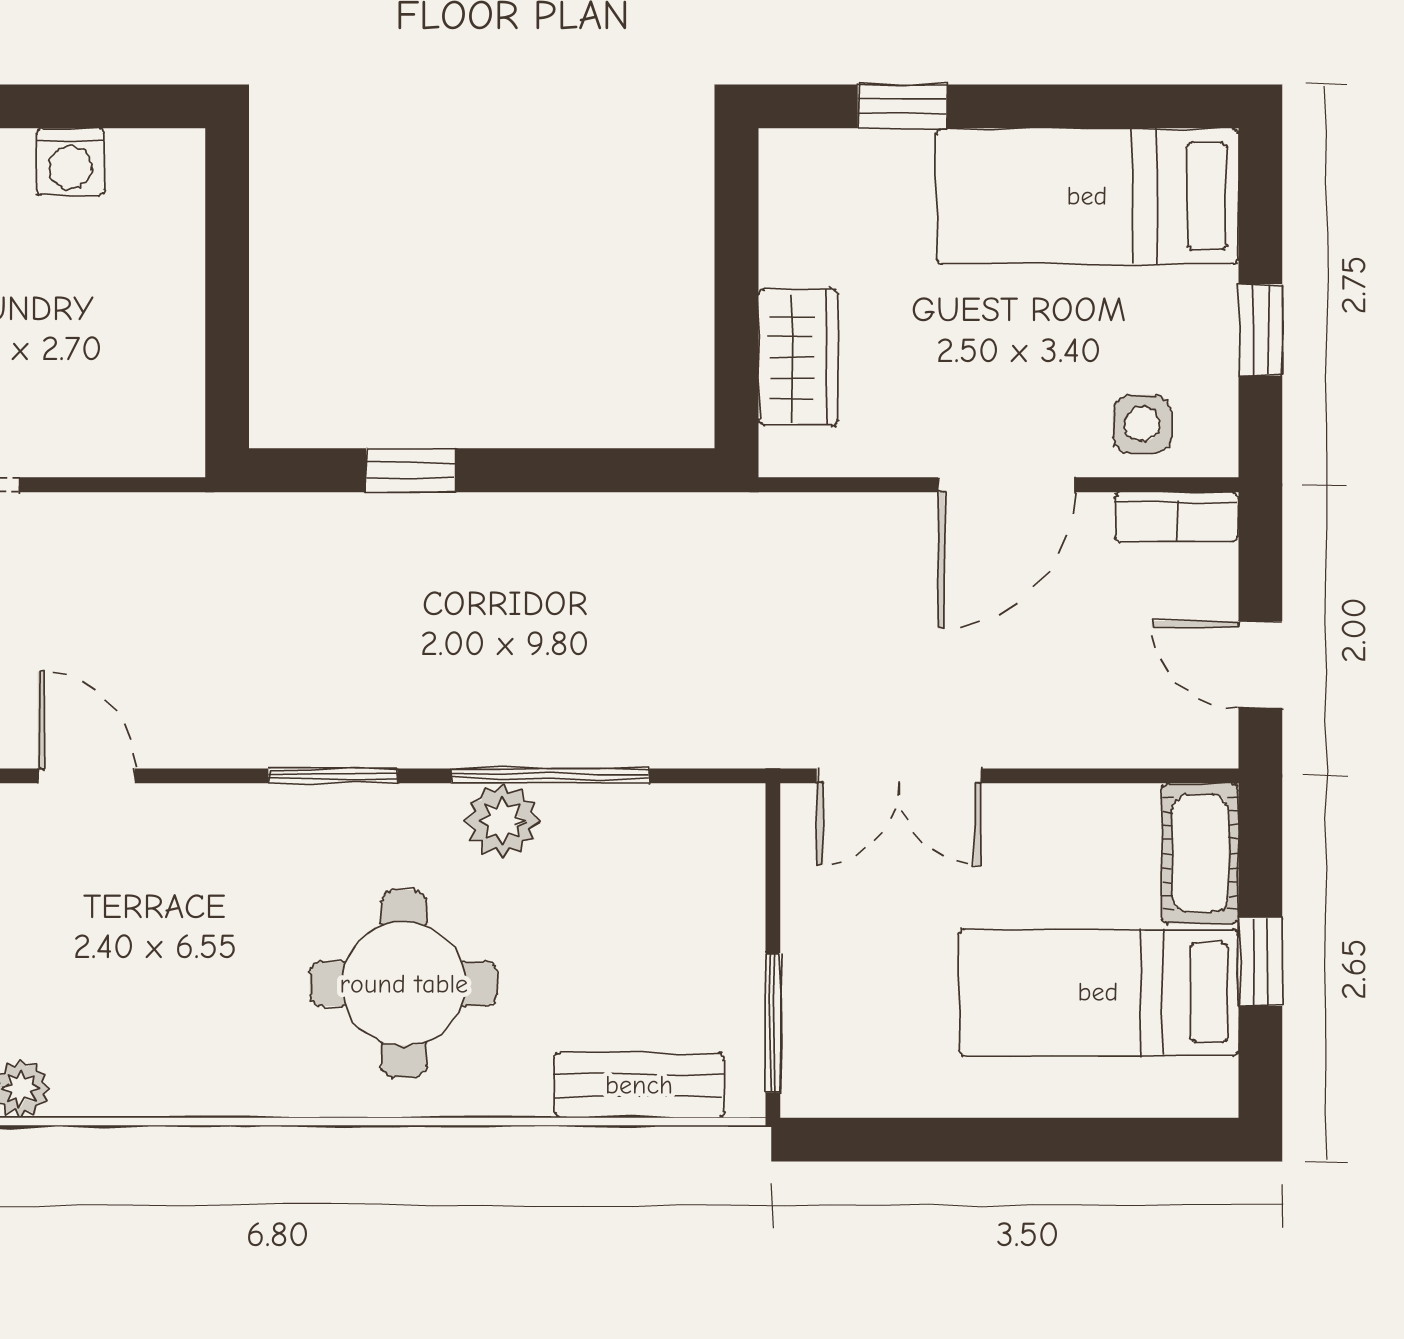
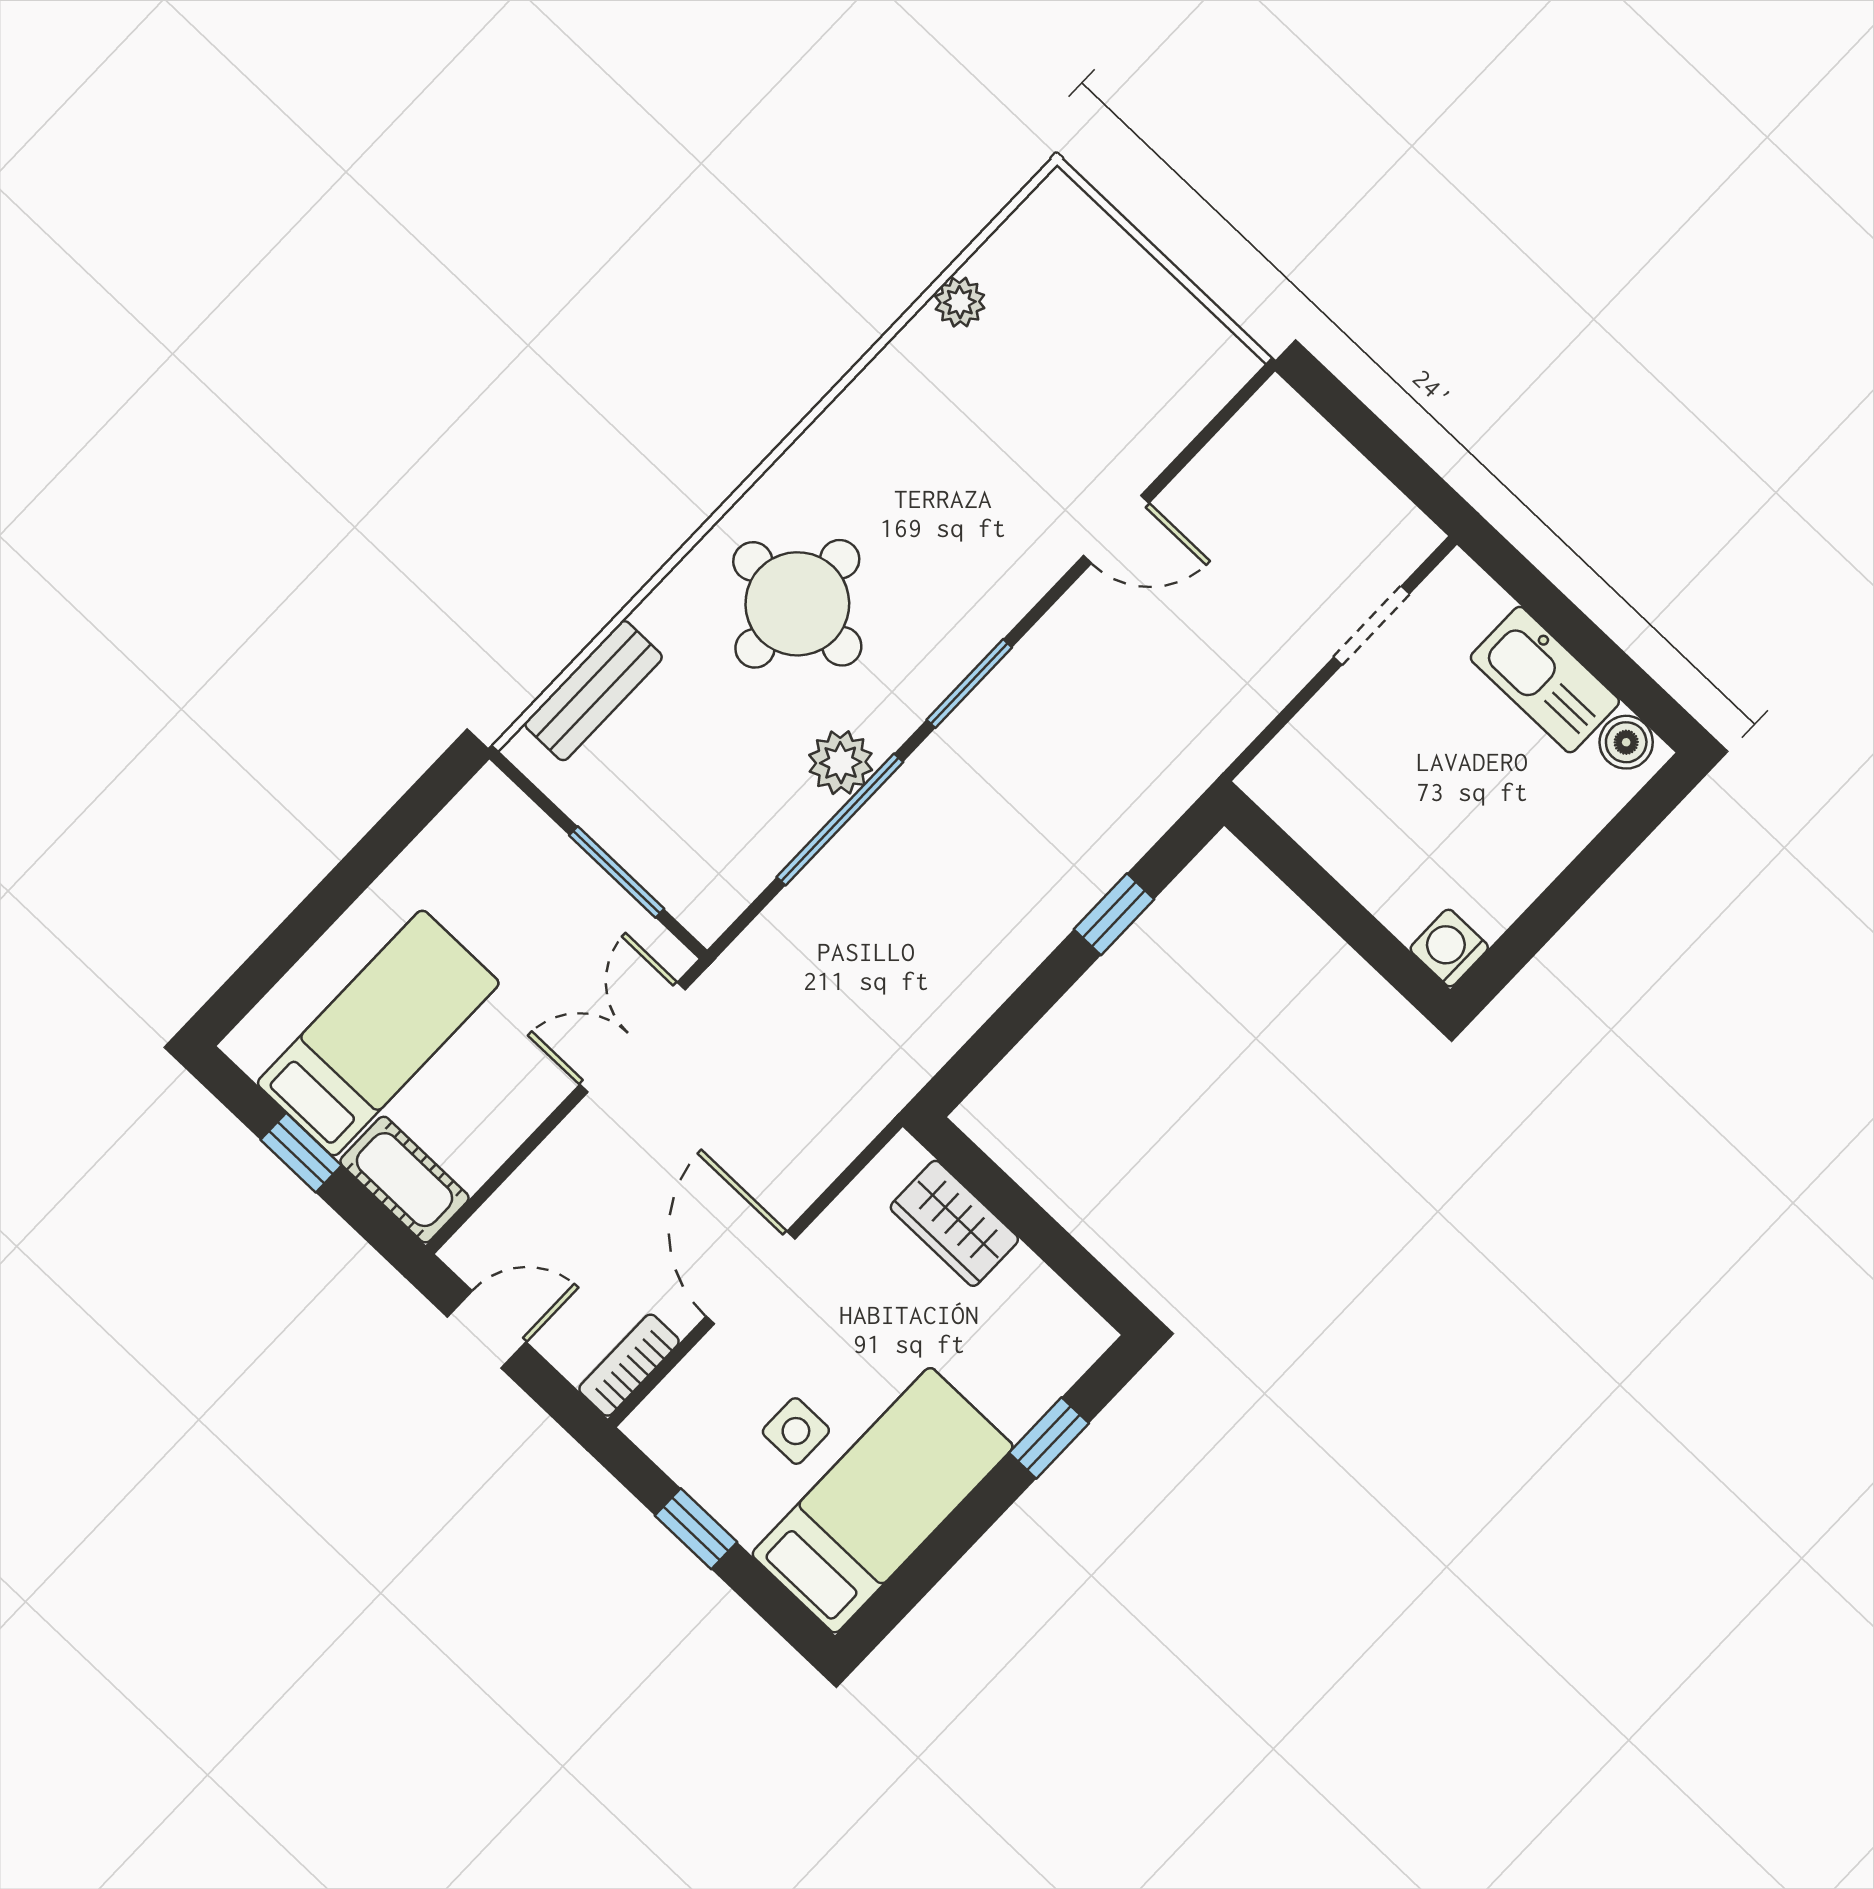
washing machine: (70, 162) -> (1449, 948), moved
side table: (1142, 424) -> (796, 1431), moved
window: (773, 1023) -> (617, 872), moved

